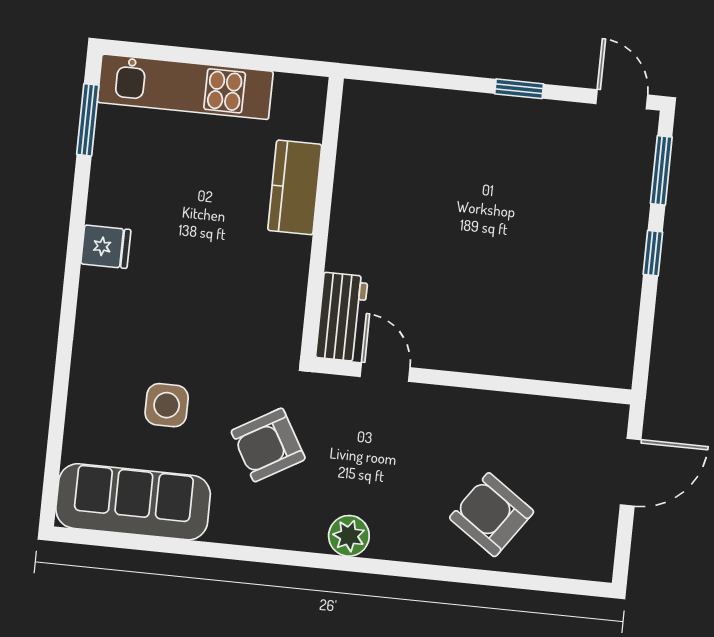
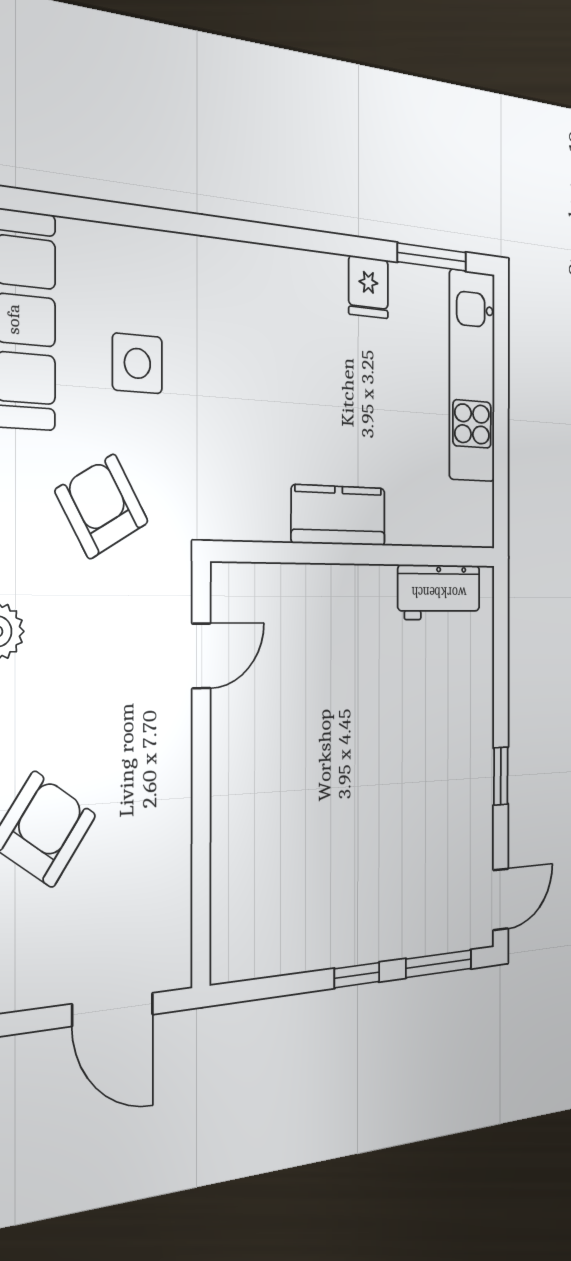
kitchen counter: (295, 187) -> (339, 515), moved
fridge: (106, 247) -> (368, 287), moved
workbench: (342, 317) -> (439, 592), moved

